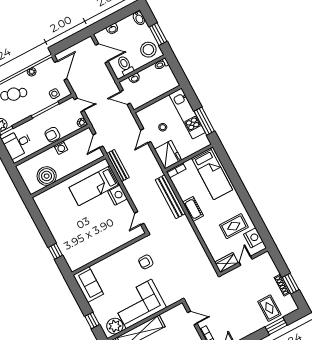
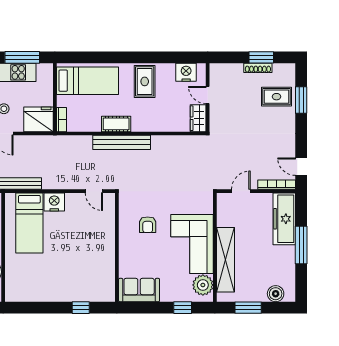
bench: (170, 197) -> (122, 142), moved
rug: (234, 226) -> (145, 81), moved
armchair: (146, 262) -> (148, 225), moved

